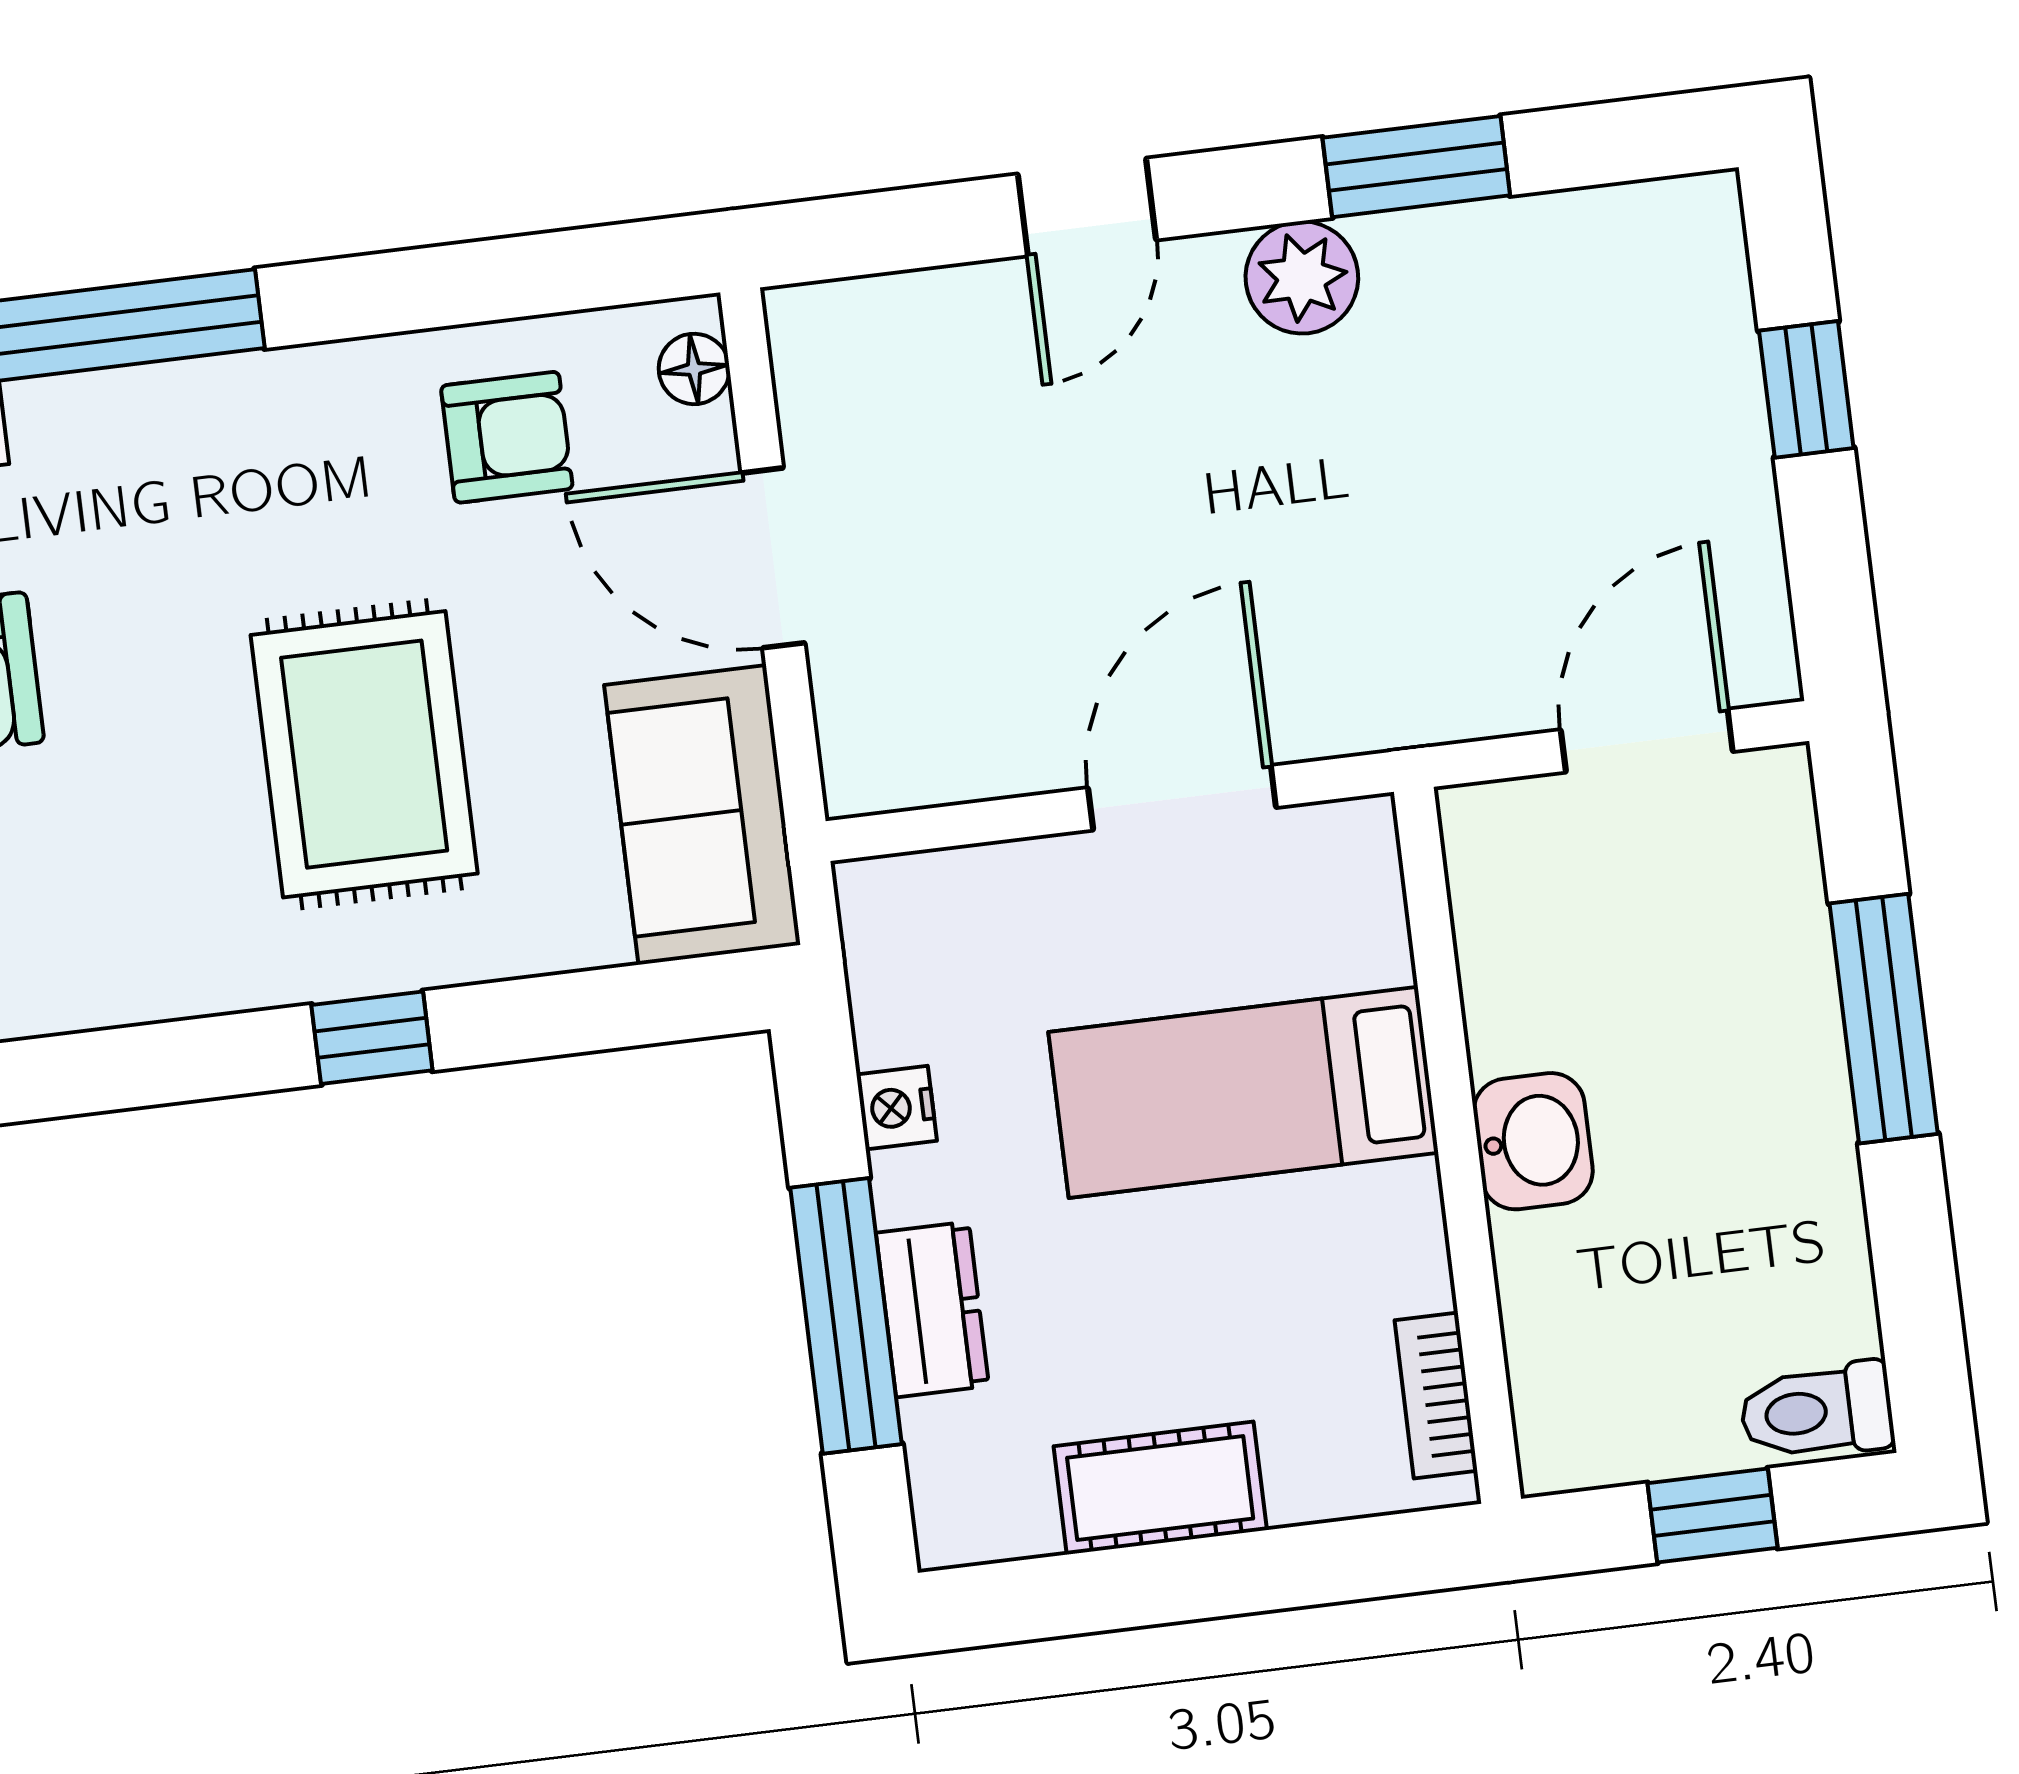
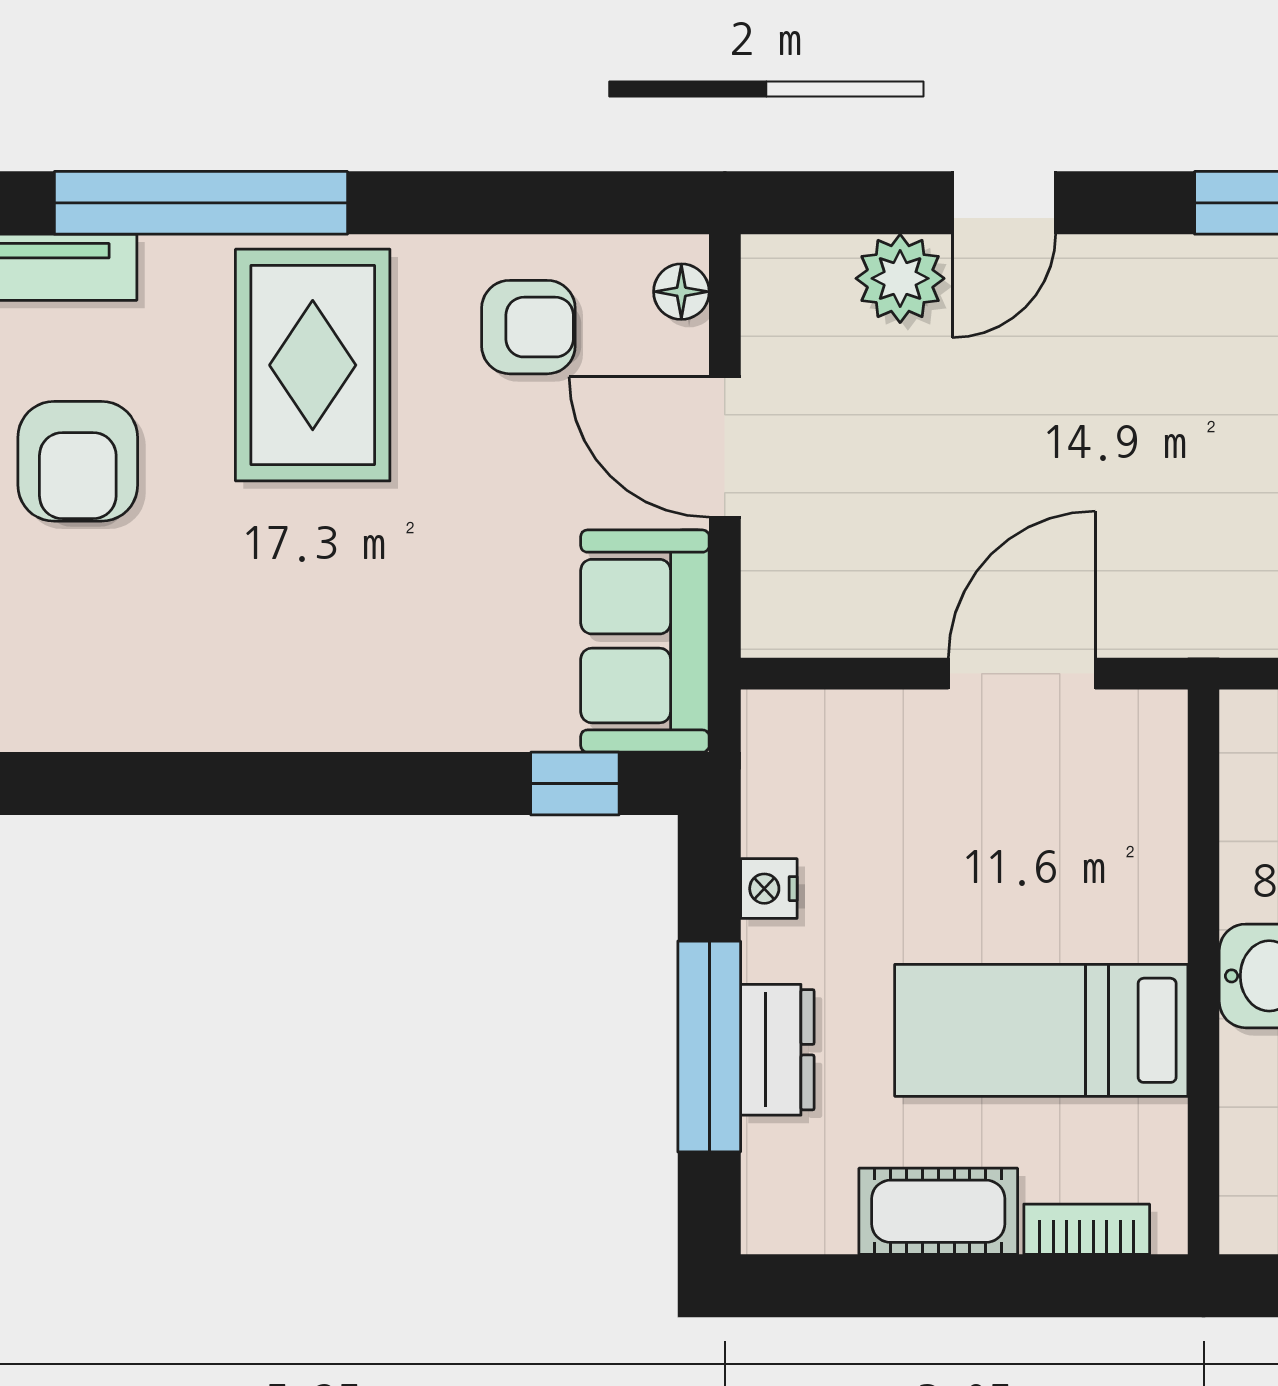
plant: (1302, 277) -> (900, 278), moved
rug: (364, 754) -> (313, 365), moved
window: (372, 1038) -> (575, 784), moved
bed: (1243, 1092) -> (1041, 1030), moved
bookcase: (1436, 1396) -> (1087, 1229), moved, turned 90

